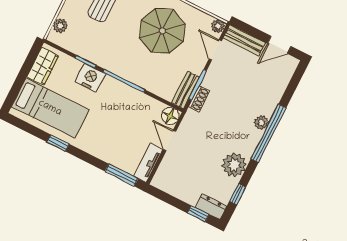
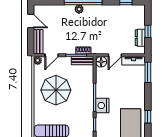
nightstand: (90, 78) -> (102, 105), moved
plant: (234, 165) -> (110, 12), removed
dresser: (211, 207) -> (140, 38), moved
window: (198, 214) -> (148, 31), moved

